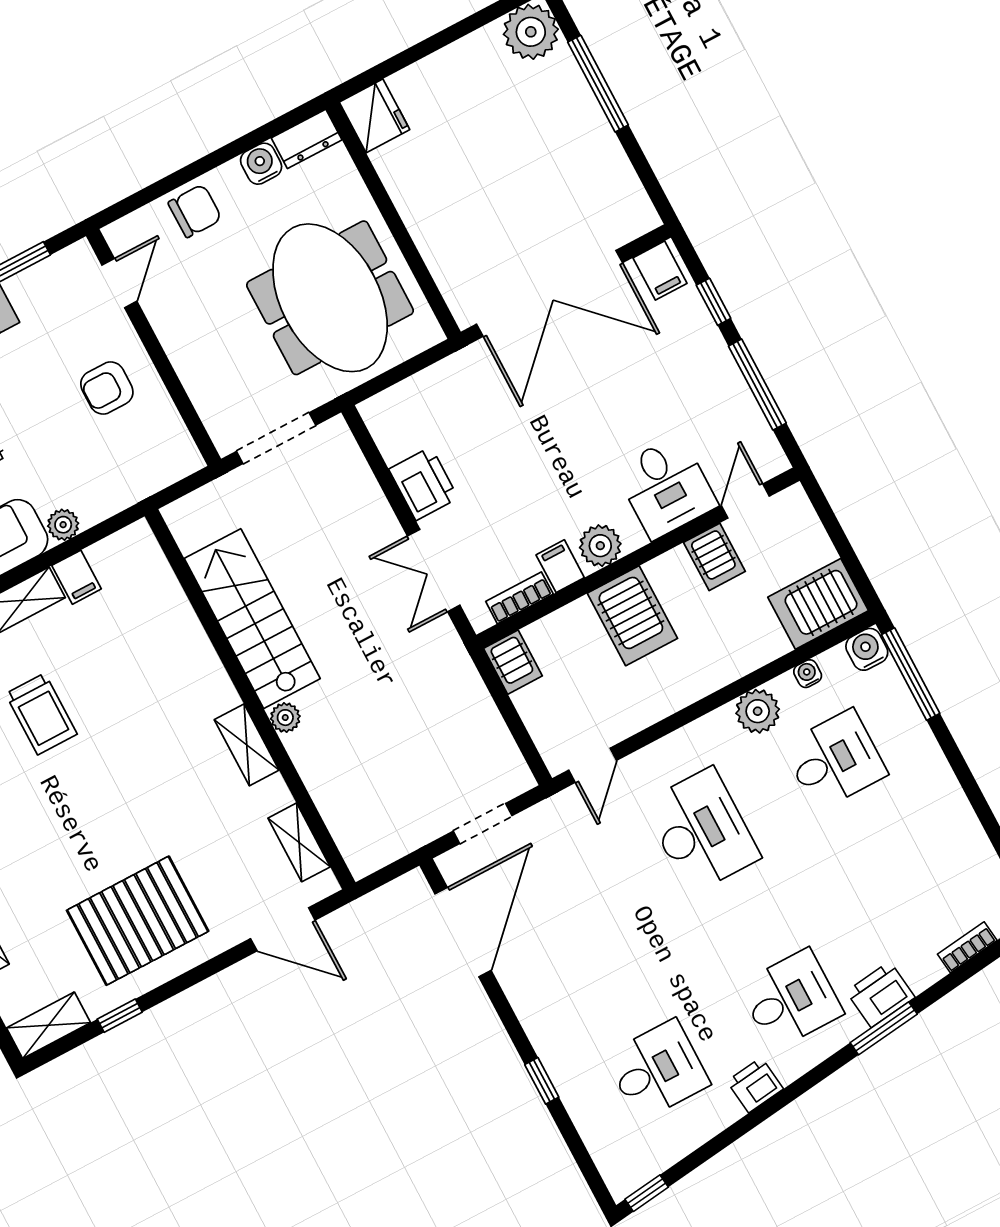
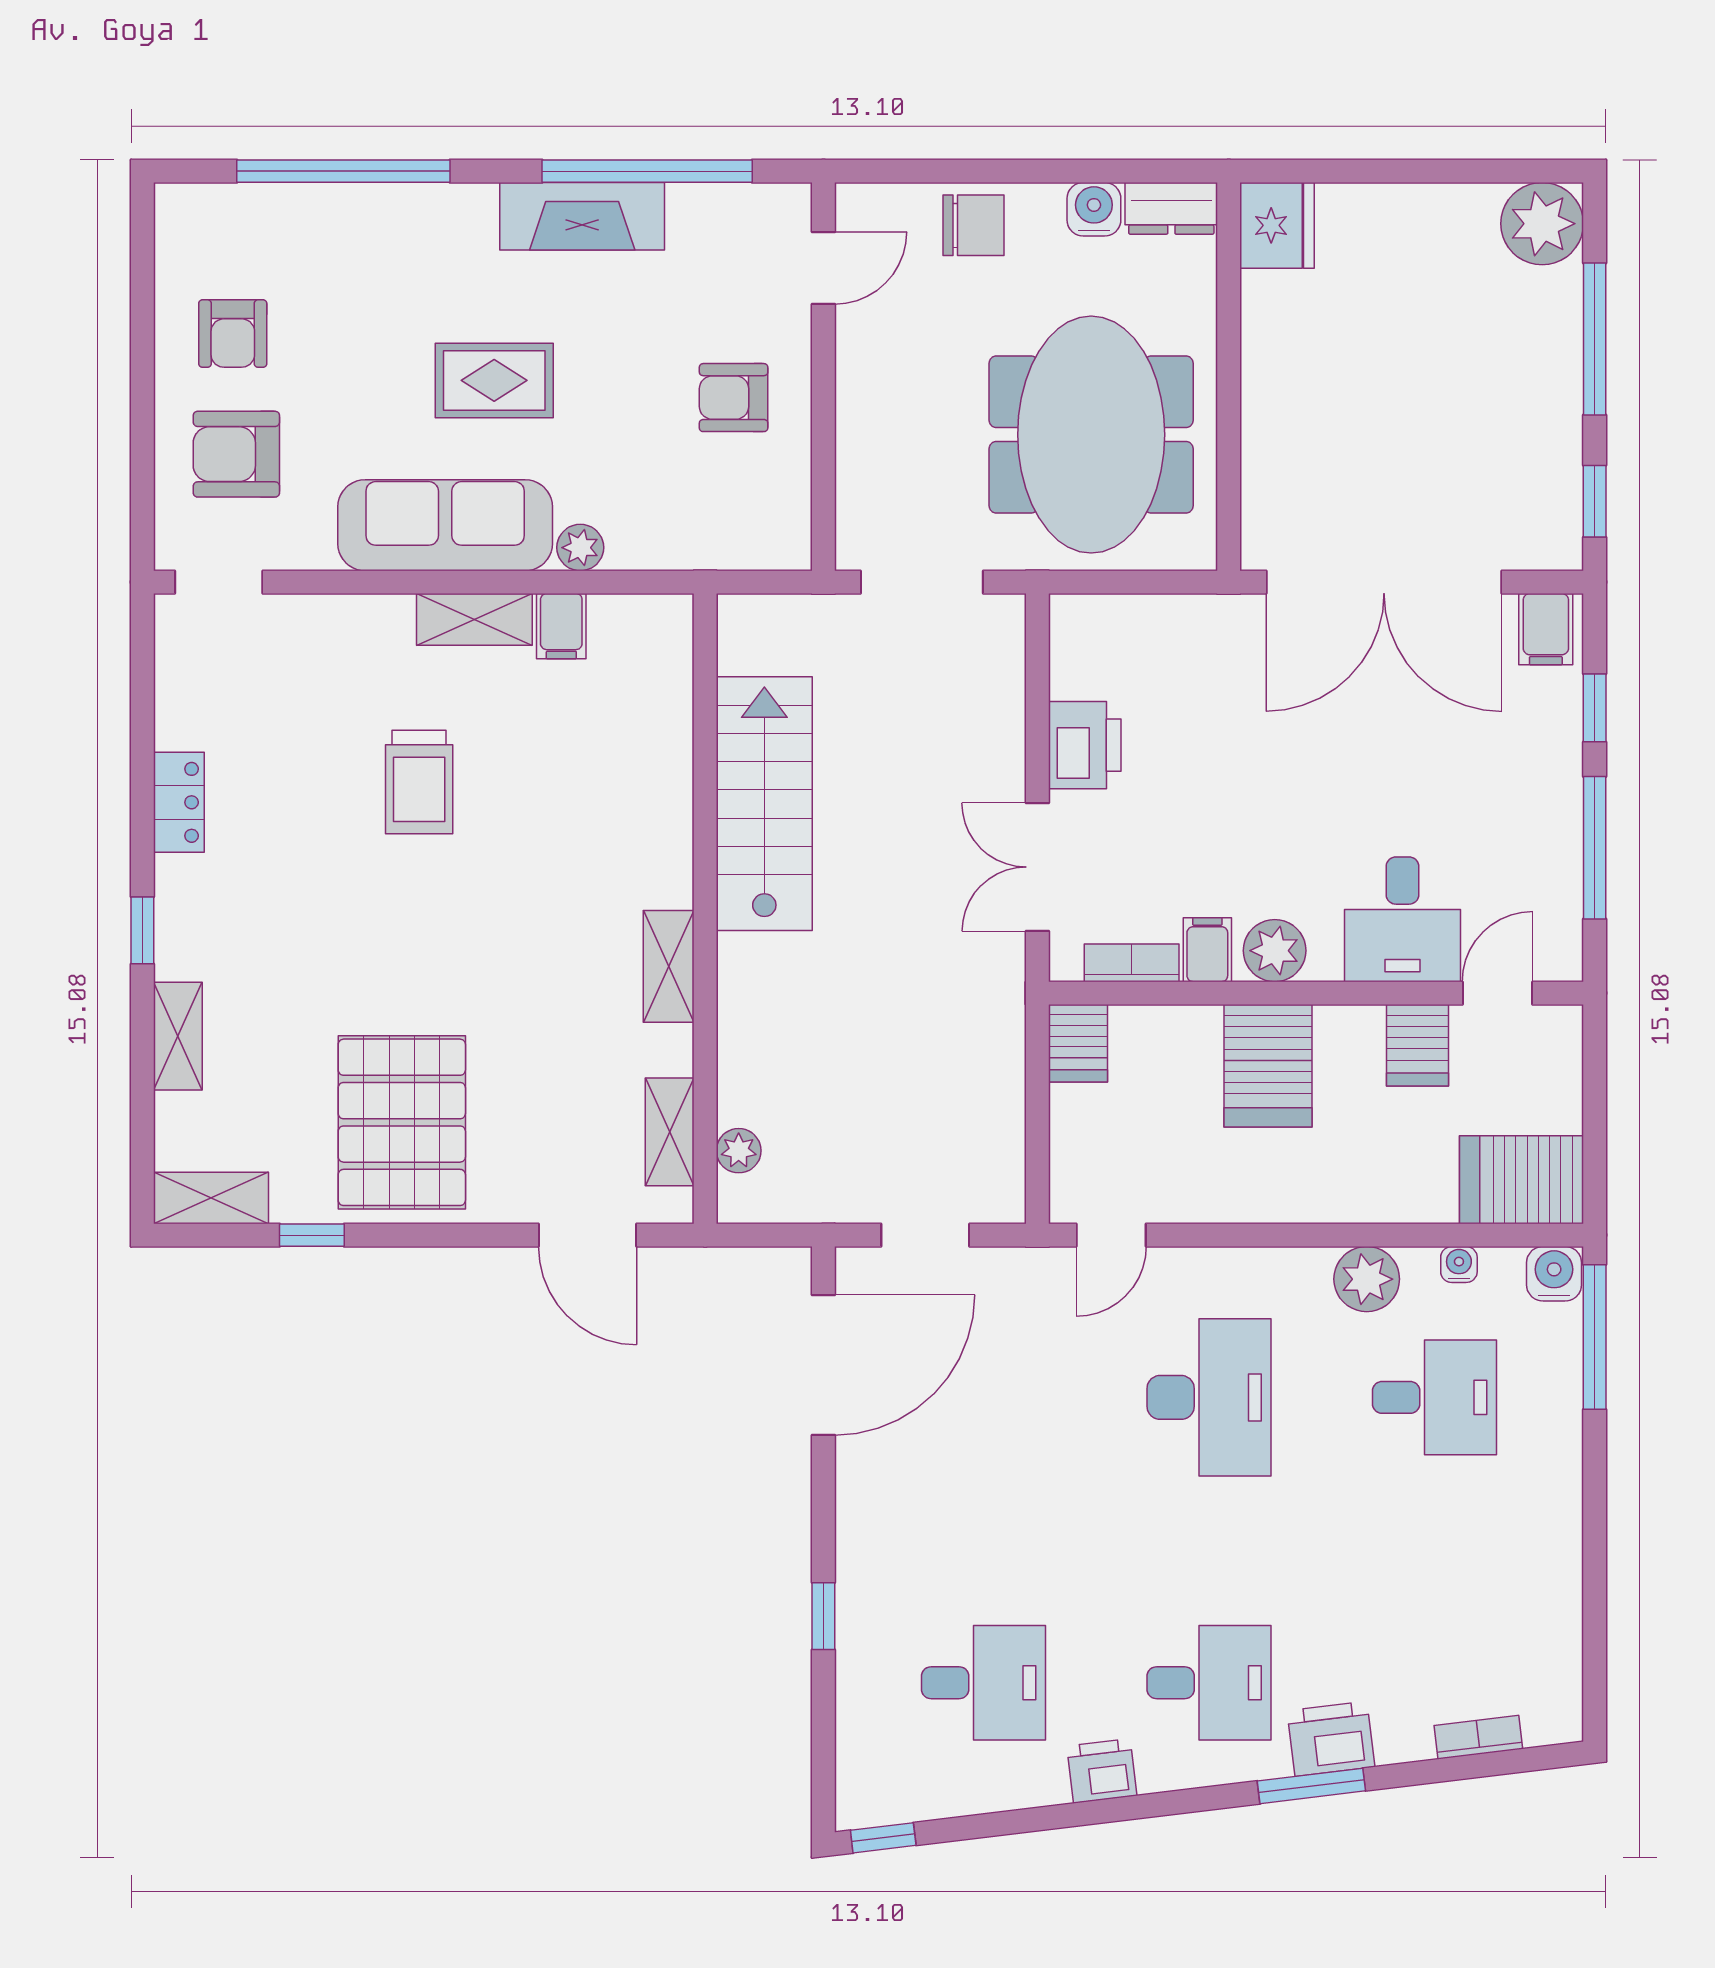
window: (649, 180) -> (1595, 501), added
plant: (285, 718) -> (739, 1151), moved
pallet: (138, 921) -> (402, 1122), turned 90

